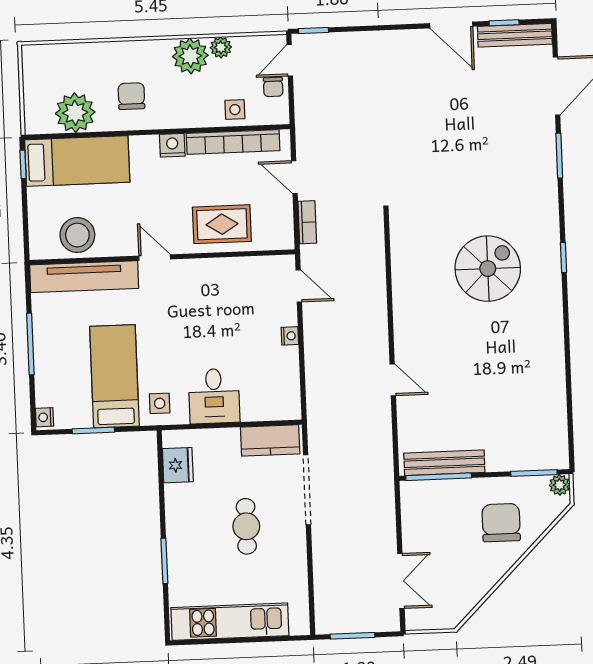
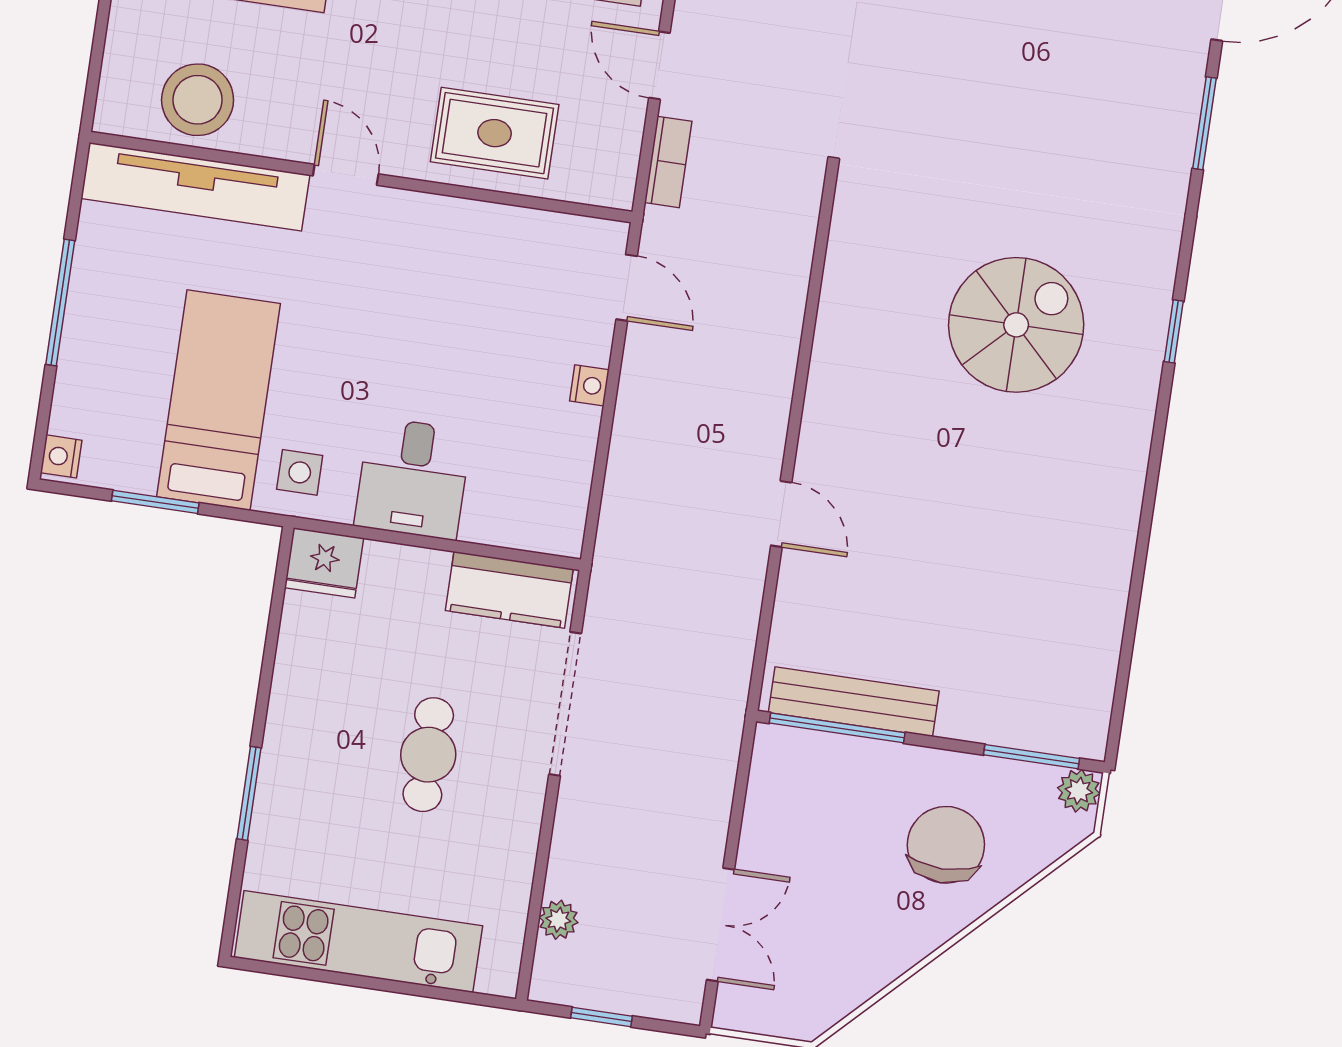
fridge: (178, 465) -> (324, 563), moved, turned 90
plant: (323, 593) -> (558, 920), added
window: (352, 636) -> (601, 1017), width x0.67

